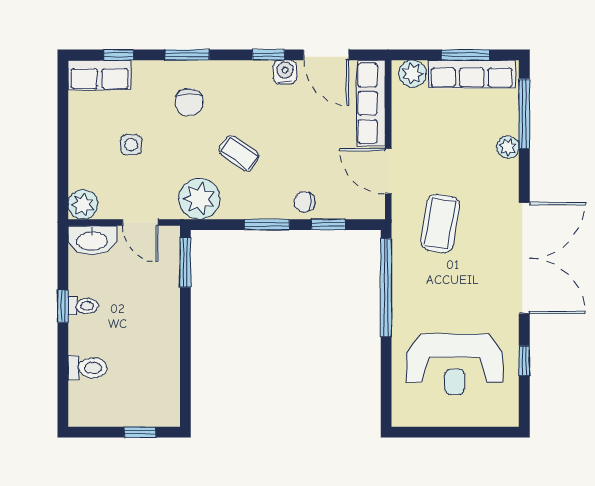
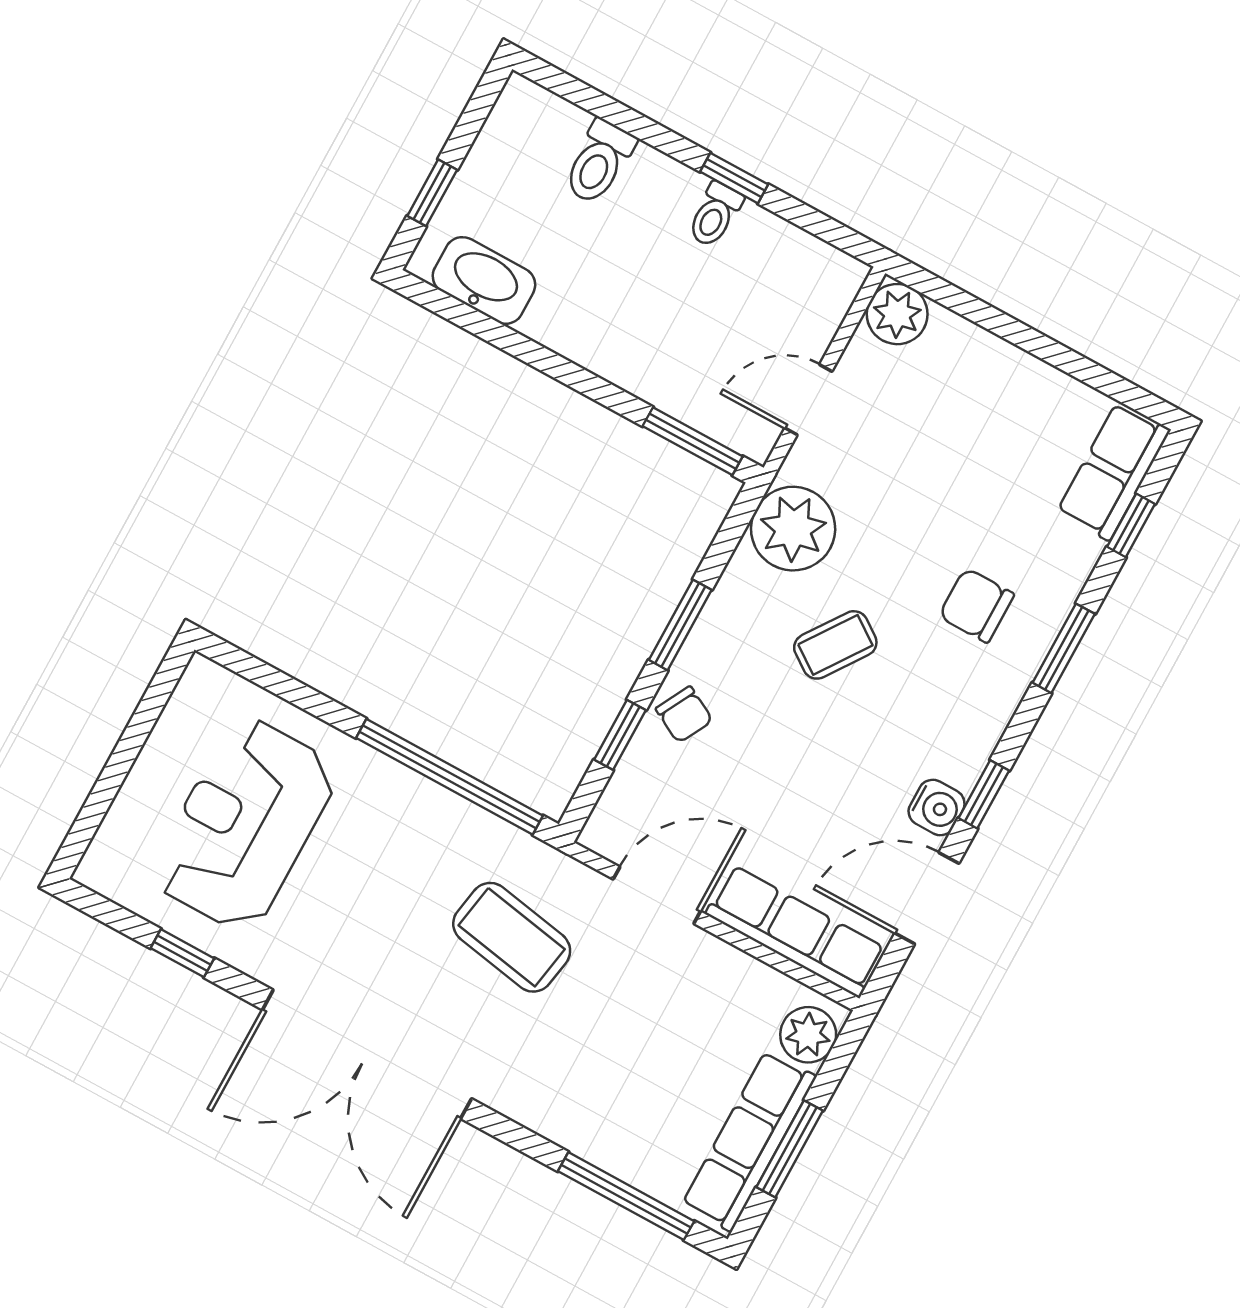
side table: (131, 145) -> (957, 460), removed
plant: (508, 147) -> (583, 1134), removed
chair: (304, 202) -> (684, 715), turned 114
washbasin: (92, 240) -> (484, 280), moved, turned 90

